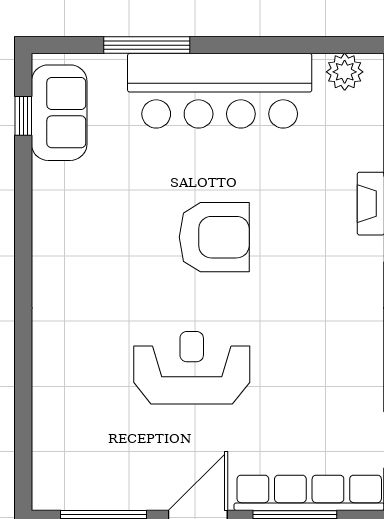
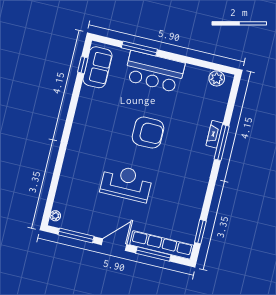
bar counter: (220, 91) -> (154, 72), width x0.73
plant: (44, 484) -> (55, 216), added

